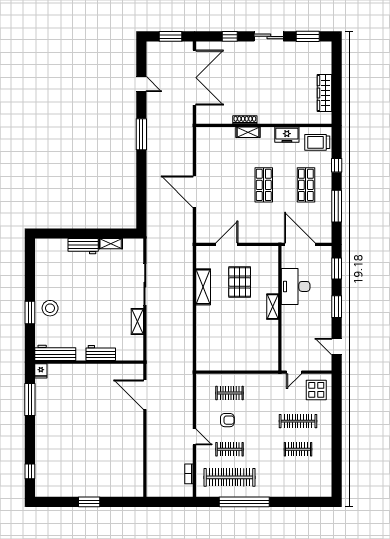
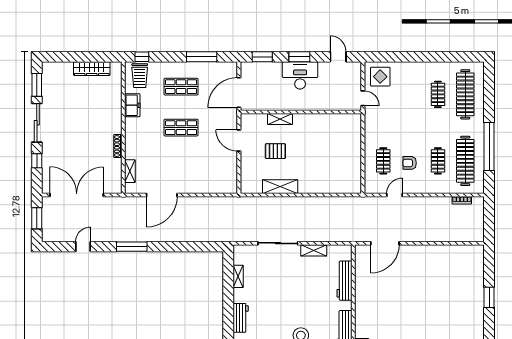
sliding door: (269, 36) -> (37, 123), width x1.37
shelving: (248, 132) -> (130, 171), moved
window: (337, 165) -> (142, 57), moved
door: (194, 192) -> (162, 195), moved
door: (227, 244) -> (239, 141), moved
workbench: (83, 246) -> (241, 318), moved
pallet: (240, 282) -> (275, 151), width x0.67, depth x0.71
desk: (296, 286) -> (300, 75), moved, turned 180
shelving: (273, 307) -> (280, 119), moved
door: (337, 347) -> (338, 57), swing flipped
workbench: (101, 353) -> (344, 281), width x1.38
armchair: (227, 420) -> (410, 163), turned -90
clothes rail: (298, 421) -> (465, 94), moved, width x1.37, depth x1.31
door: (194, 437) -> (394, 195), moved

